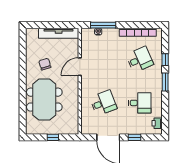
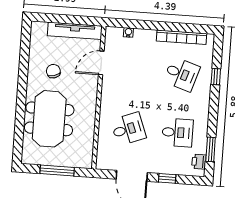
window: (103, 25) -> (136, 24), removed
desk: (140, 60) -> (182, 74), turned 42
door: (80, 67) -> (101, 63), moved
window: (165, 82) -> (211, 149), moved
window: (53, 137) -> (57, 171), width x2.17

